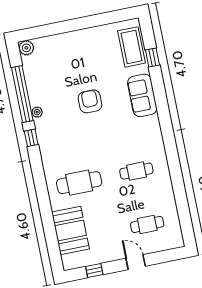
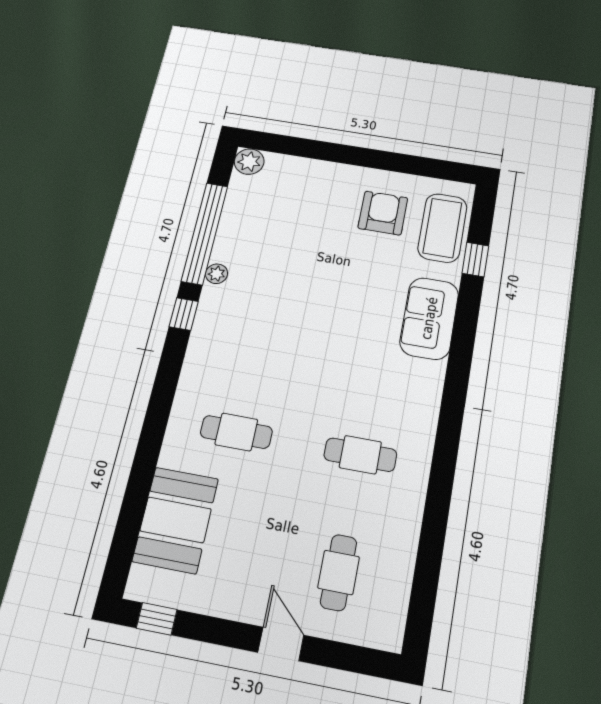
armchair: (90, 101) -> (383, 213), moved
cafe table: (79, 183) -> (236, 432), width x0.73, depth x0.74
cafe table: (147, 224) -> (339, 572), turned 90
window: (94, 270) -> (157, 619), moved

